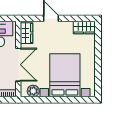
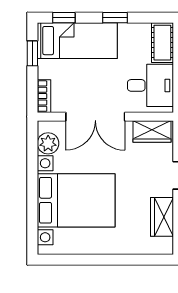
wardrobe: (84, 27) -> (162, 217), moved

